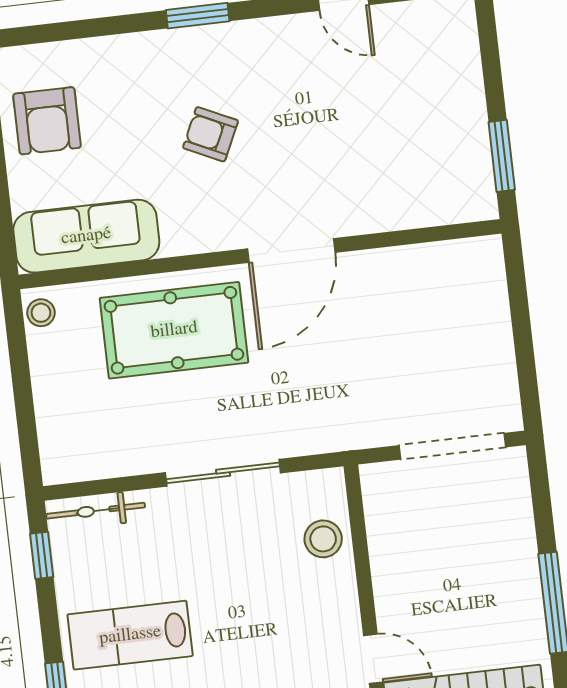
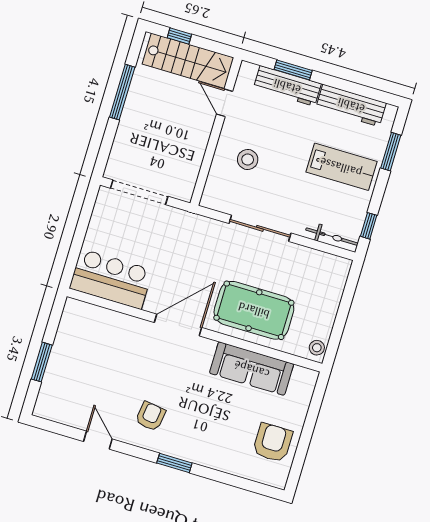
armchair: (211, 134) -> (150, 416), moved, turned -107
window: (502, 156) -> (42, 362), moved
sofa: (86, 236) -> (252, 369), moved
bar counter: (437, 280) -> (111, 279), added
stool: (323, 539) -> (248, 159), moved

